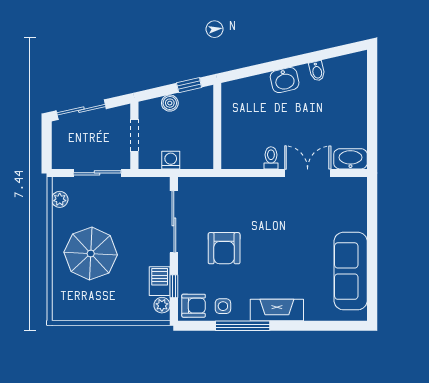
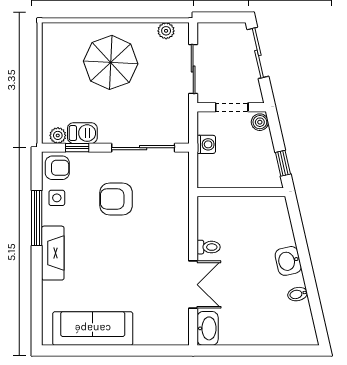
boiler: (170, 103) -> (260, 122), moved
armchair: (194, 306) -> (57, 168), turned -90

